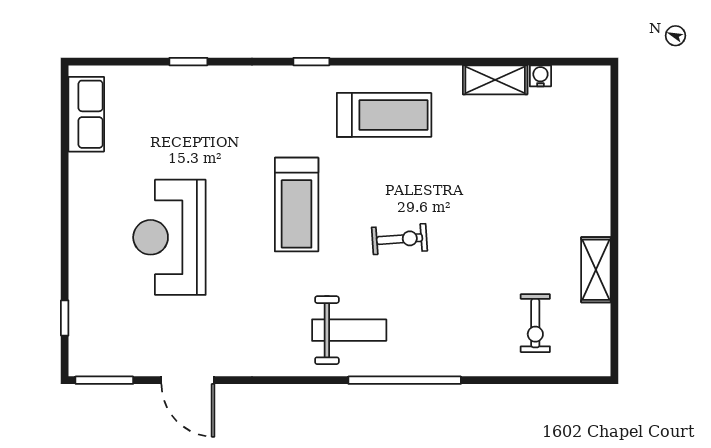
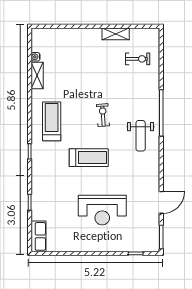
row of seats: (86, 114) -> (39, 236), moved, turned 90
weight bench: (349, 330) -> (141, 136), turned 180

